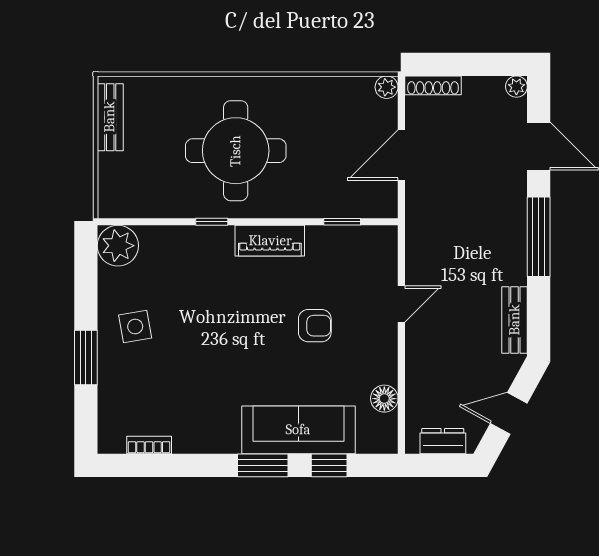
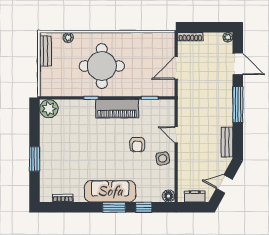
plant: (387, 87) -> (68, 38), moved
piano: (270, 241) -> (117, 109), width x1.37, depth x1.33
door: (401, 304) -> (176, 135), swing flipped
armchair: (315, 326) -> (137, 145), turned 90
side table: (135, 327) -> (163, 158), moved
floor lamp: (384, 399) -> (169, 196), moved
sofa: (298, 430) -> (110, 191), moved

